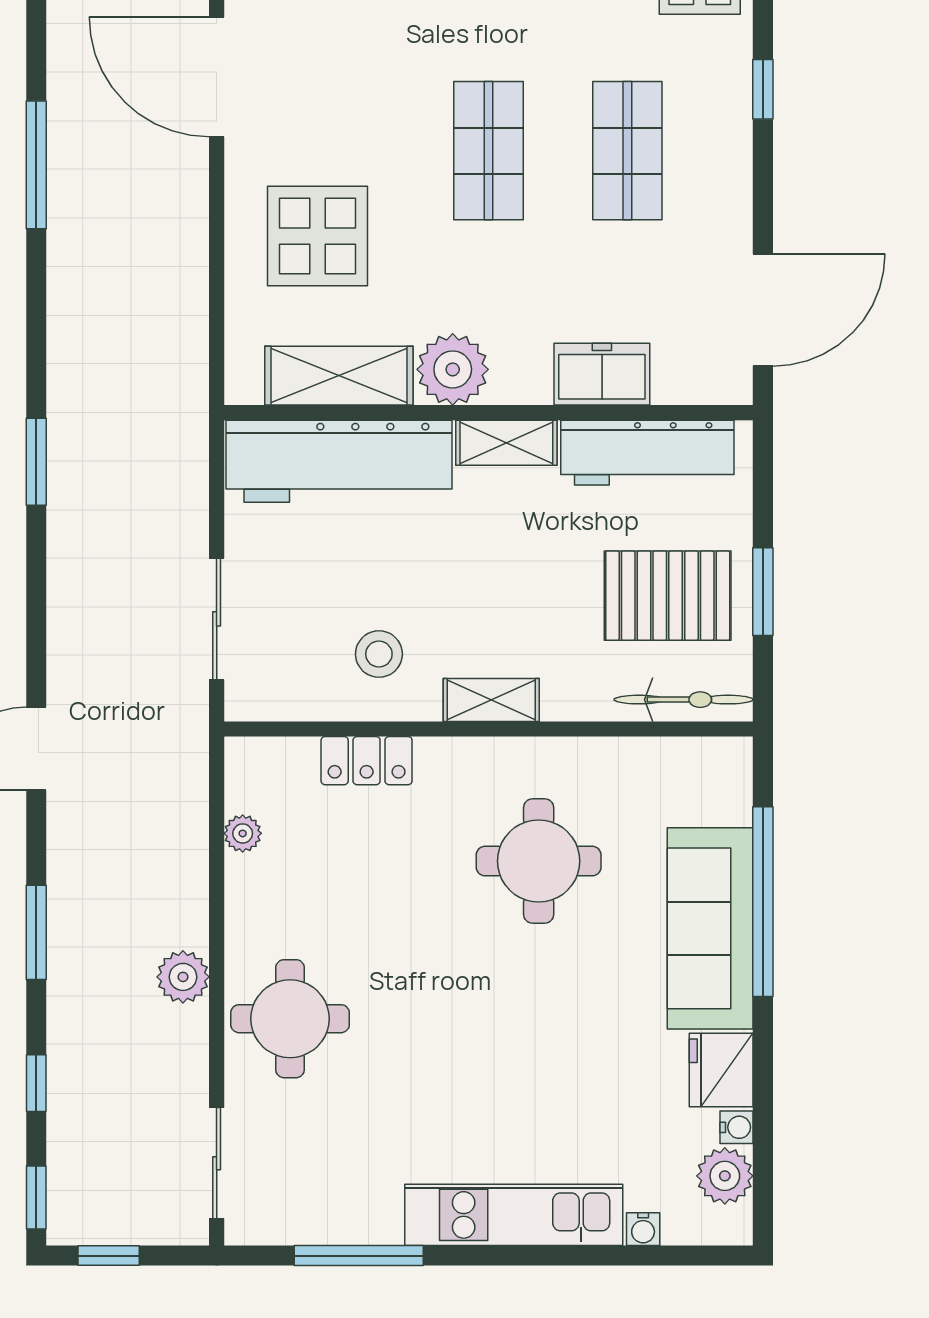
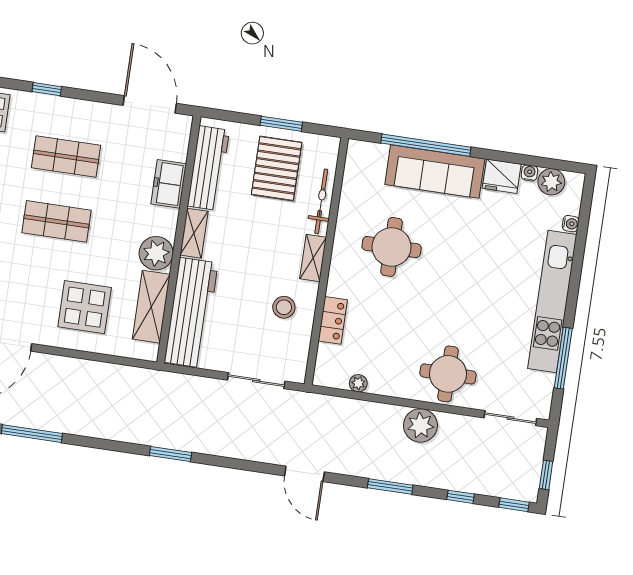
bicycle: (684, 700) -> (321, 201), moved
plant: (183, 977) -> (420, 425), width x1.36, depth x1.36
kitchen unit: (514, 1215) -> (552, 301), width x1.36

